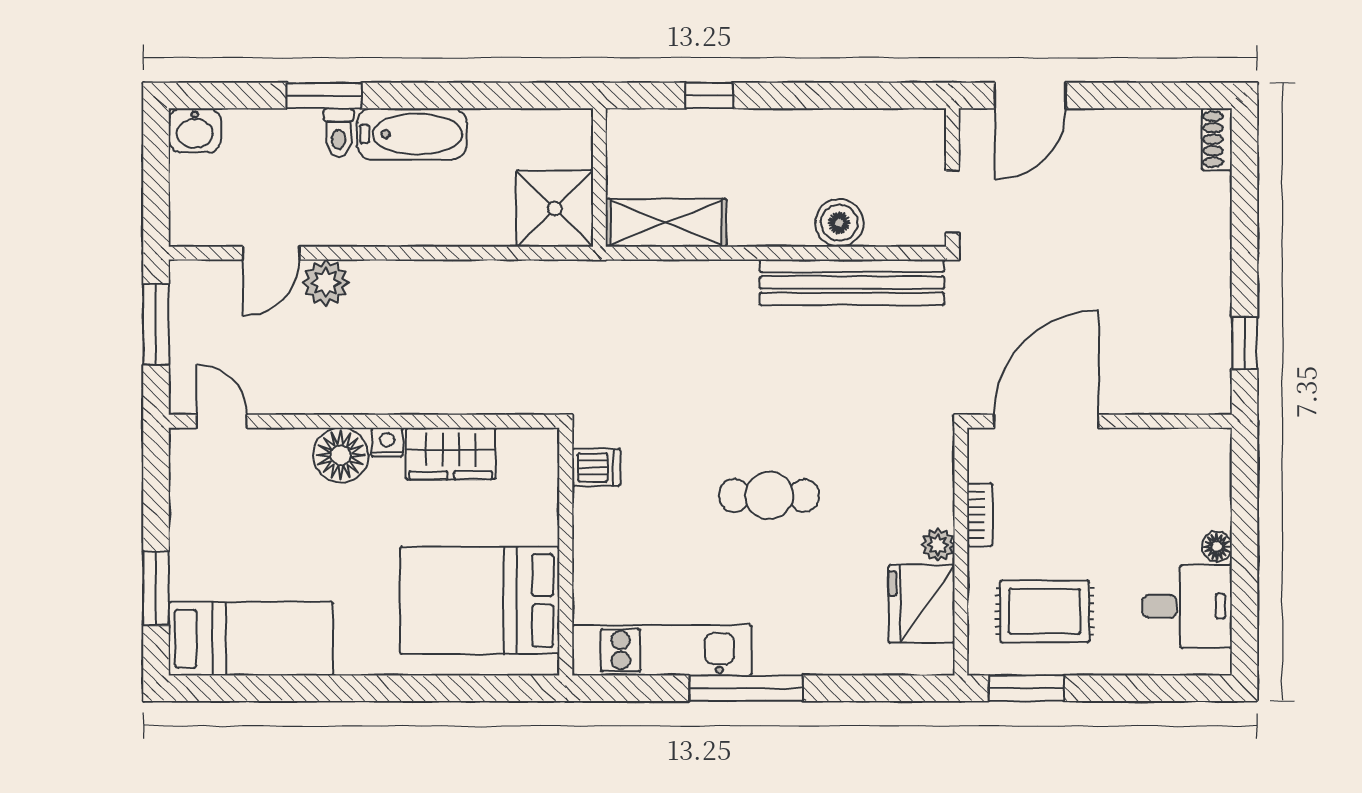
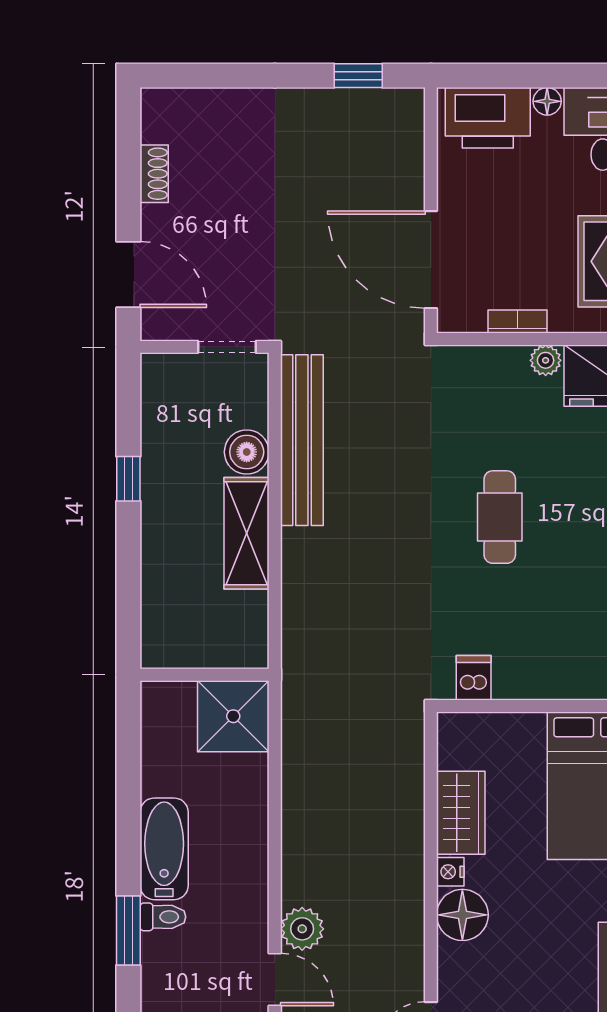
window: (709, 96) -> (128, 479), moved
shoe rack: (1217, 139) -> (154, 174), moved, turned -90
shelving: (666, 223) -> (247, 533), moved
printer: (1199, 482) -> (488, 118), added

